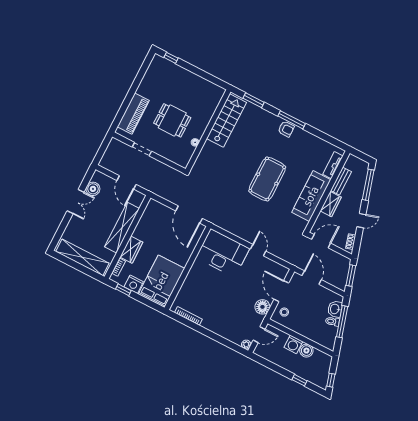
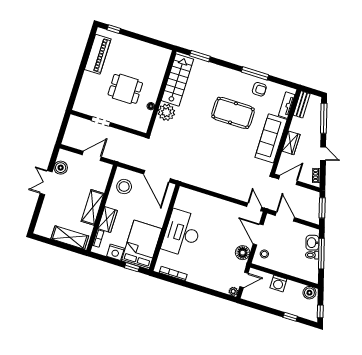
piano: (133, 114) -> (98, 54), moved
window: (292, 120) -> (255, 73), moved
armchair: (286, 129) -> (259, 89), moved
plant: (210, 151) -> (166, 112), added
pool table: (267, 179) -> (233, 113), moved, turned 90
bench: (341, 181) -> (302, 104), moved
door: (126, 182) -> (92, 156), swing flipped
double door: (76, 202) -> (46, 183), swing flipped
stool: (154, 219) -> (124, 187), added
door: (361, 221) -> (323, 154), hinge flipped
shelving: (122, 228) -> (93, 207), width x0.68
door: (258, 250) -> (254, 207), moved
desk: (223, 253) -> (182, 233), moved, turned -90
shelving: (82, 257) -> (70, 237), width x0.68
window: (123, 290) -> (132, 267), moved
boiler: (306, 351) -> (309, 293), moved

